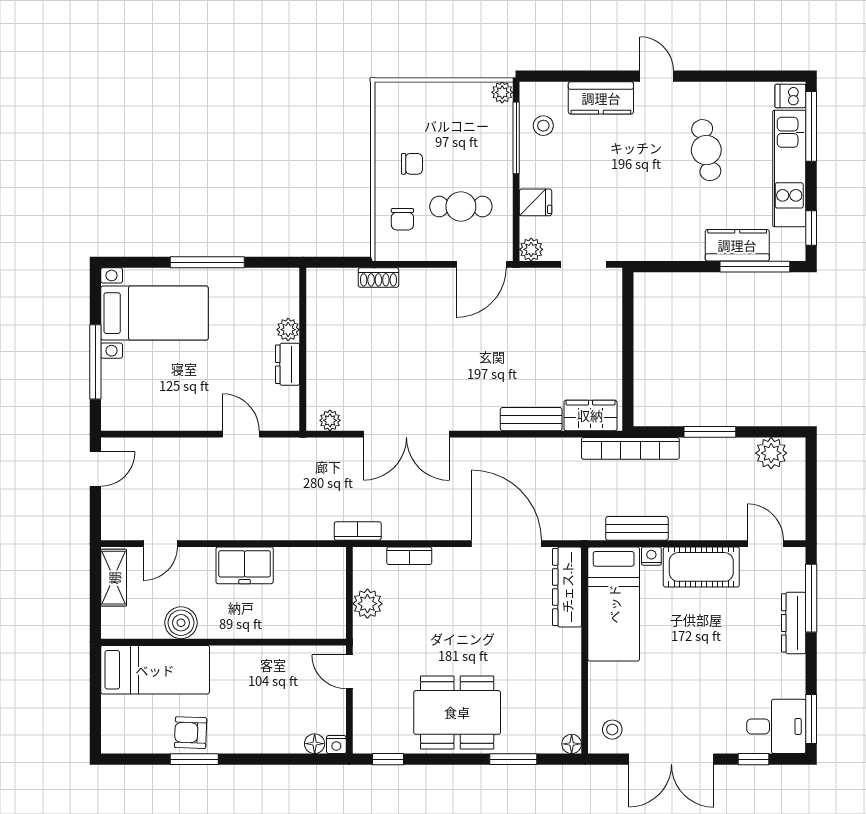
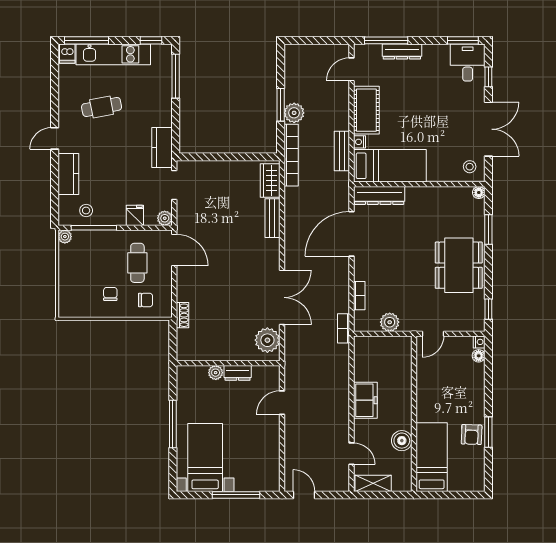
kitchen counter: (737, 245) -> (162, 148), moved
plant: (330, 420) -> (267, 340), width x1.87, depth x1.87
plant: (771, 453) -> (294, 113), moved

